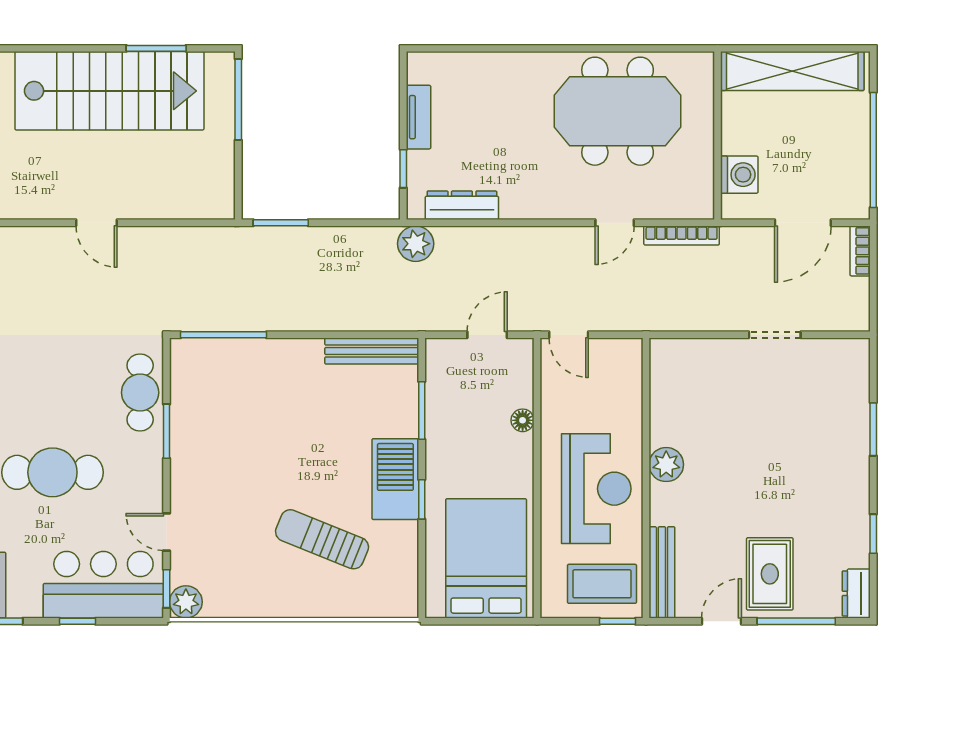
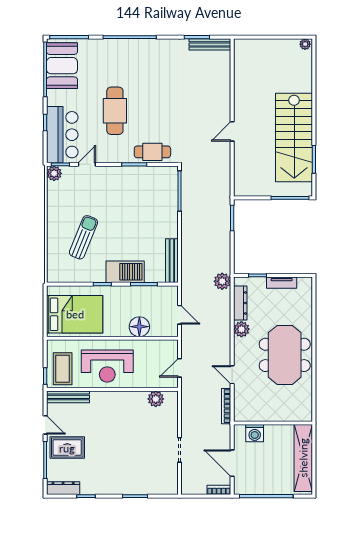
meeting table: (618, 111) -> (285, 355), moved
plant: (518, 203) -> (241, 329), added
door: (569, 335) -> (179, 368), moved
floor lamp: (523, 420) -> (139, 327), width x1.89, depth x1.89
plant: (666, 465) -> (156, 399), moved
barbecue: (395, 479) -> (125, 272), moved
dresser: (856, 593) -> (63, 488), width x1.44

